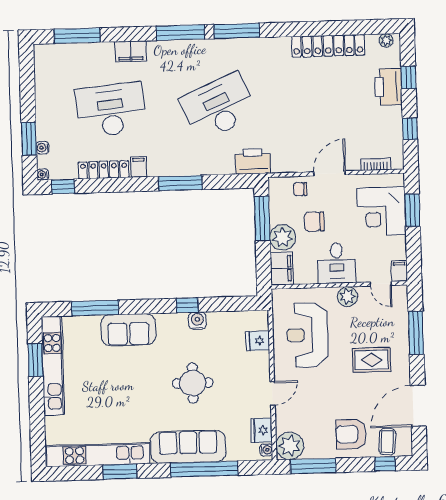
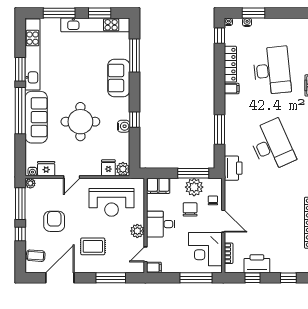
printer: (388, 87) -> (257, 264), moved
window: (180, 183) -> (220, 130), moved
window: (412, 210) -> (196, 278), width x1.44
corner desk: (381, 211) -> (205, 249), moved, turned -90
plant: (283, 237) -> (194, 187), moved
plant: (259, 320) -> (123, 169), added
reception desk: (307, 335) -> (112, 202), turned 180
rug: (372, 360) -> (93, 246), turned 90
round table: (193, 383) -> (80, 122), width x1.36, depth x1.36
door: (273, 393) -> (72, 177), hinge flipped
door: (418, 406) -> (60, 278), hinge flipped
window: (37, 418) -> (59, 13), added
armchair: (351, 434) -> (54, 221), moved
plant: (290, 446) -> (30, 183), width x0.53, depth x0.53
window: (385, 464) -> (20, 234), moved
window: (204, 469) -> (20, 111), moved

